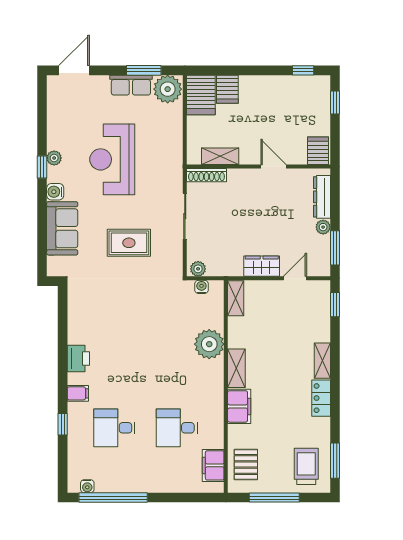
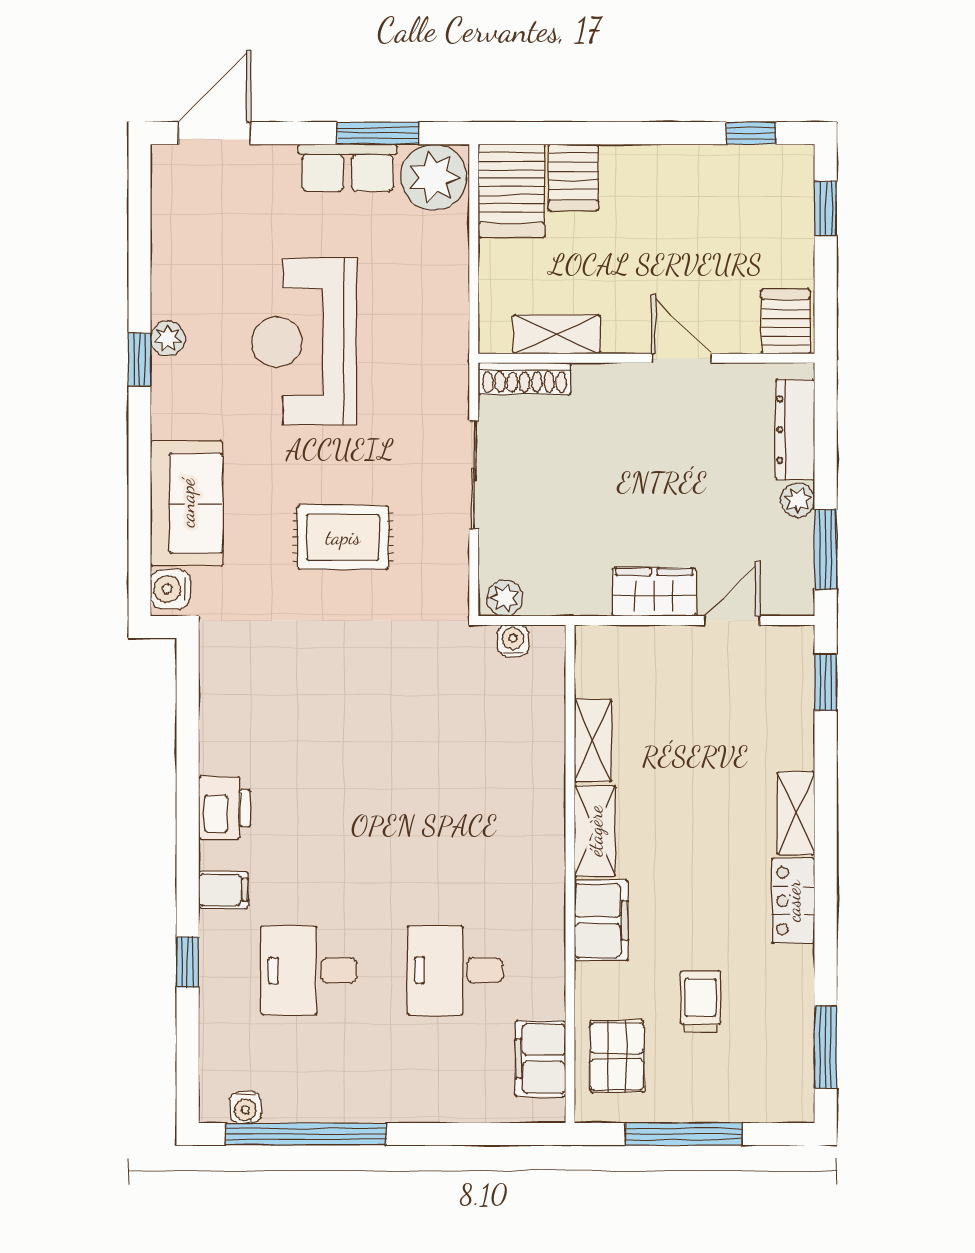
water cooler: (55, 192) -> (170, 589), moved
shelving: (236, 298) -> (593, 741), moved
plant: (209, 344) -> (531, 774), removed
trolley: (306, 466) -> (700, 1002), moved, width x0.73, depth x0.72

